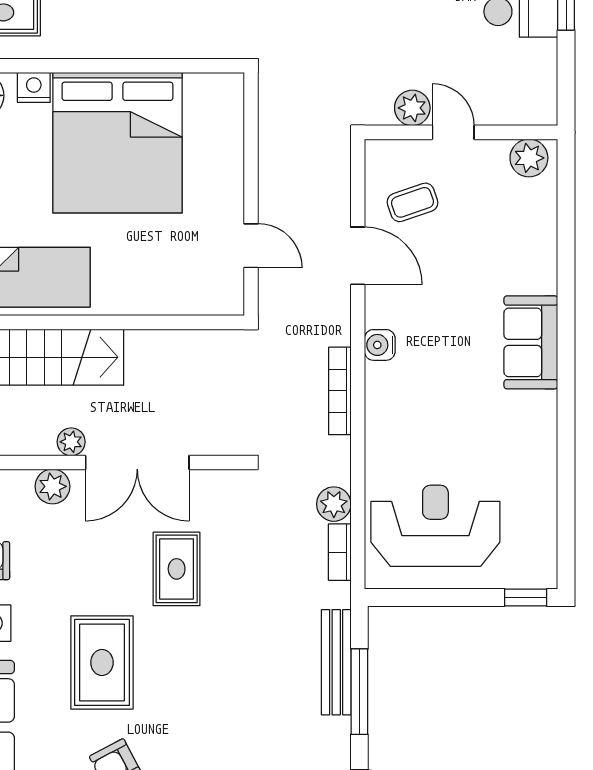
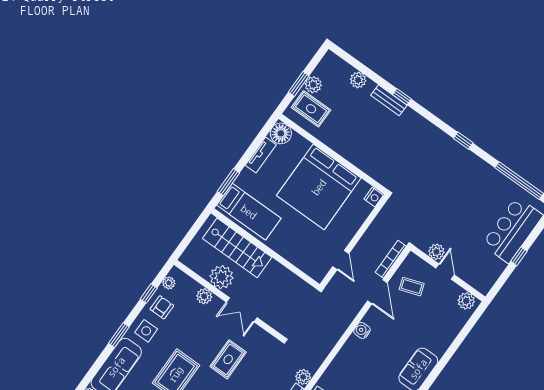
nightstand: (34, 87) -> (374, 197), moved, turned 90
bookcase: (340, 391) -> (391, 259), moved
plant: (71, 442) -> (222, 277), width x1.87, depth x1.87
double door: (137, 462) -> (242, 310), width x0.73

